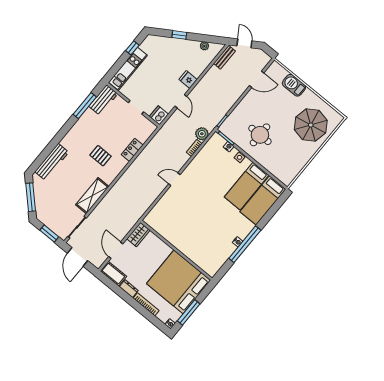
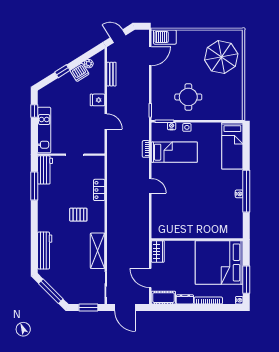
bench: (224, 57) -> (111, 74), moved
barbecue: (294, 85) -> (165, 37), moved
dishwasher: (159, 115) -> (80, 72), moved, turned -122
plant: (202, 134) -> (143, 133), removed
door: (174, 179) -> (150, 186), swing flipped
bed: (247, 186) -> (174, 152), moved, turned -90

